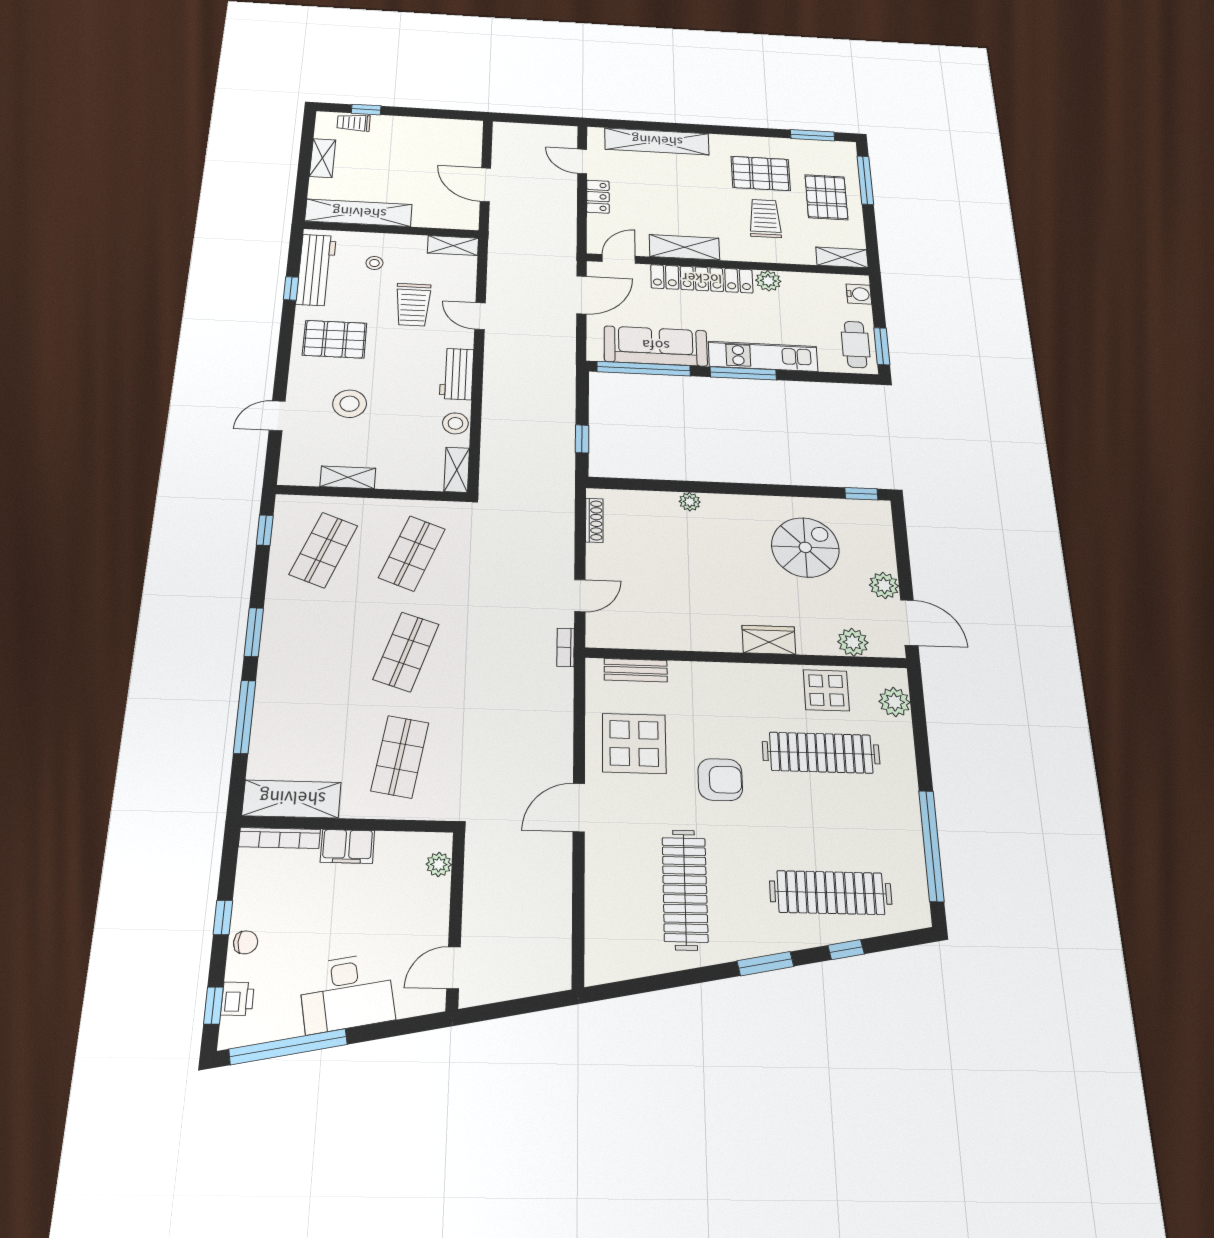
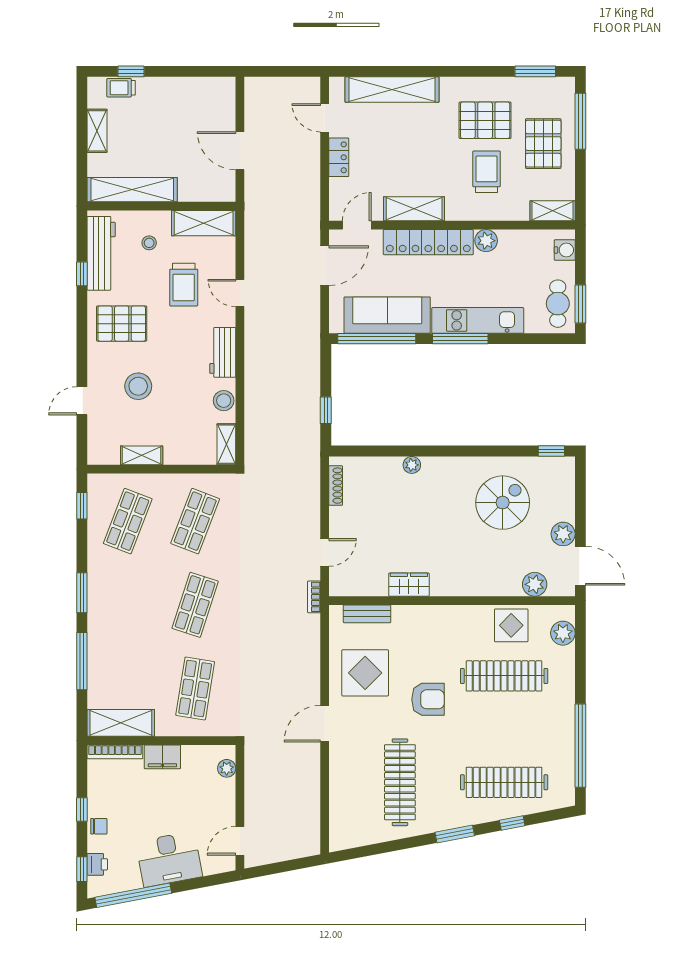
shelving: (453, 246) -> (204, 223), width x1.50, depth x1.33
wardrobe: (769, 640) -> (409, 585), moved

